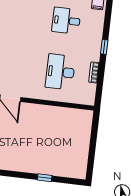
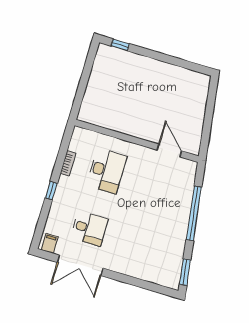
window: (45, 178) -> (120, 45), moved

